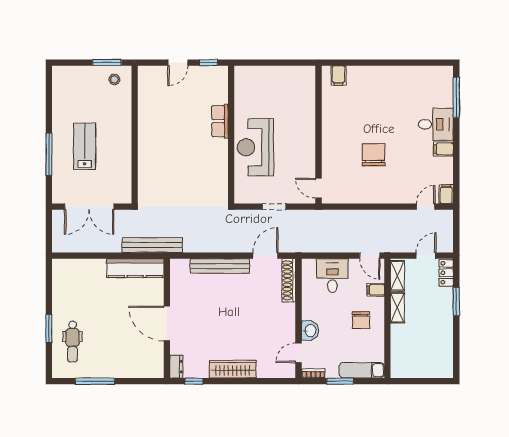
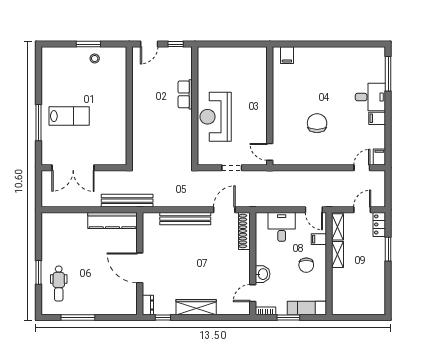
wall: (135, 135) -> (129, 106), moved
lab bench: (85, 146) -> (69, 116), turned 90

